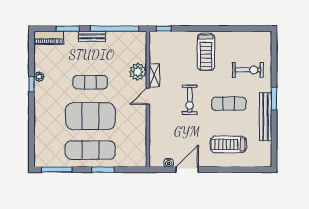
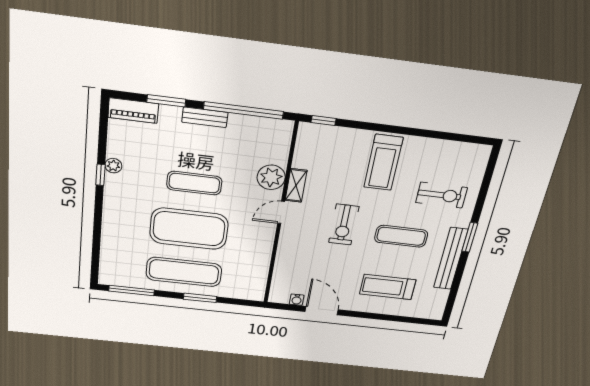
door: (187, 170) -> (322, 311), hinge flipped

